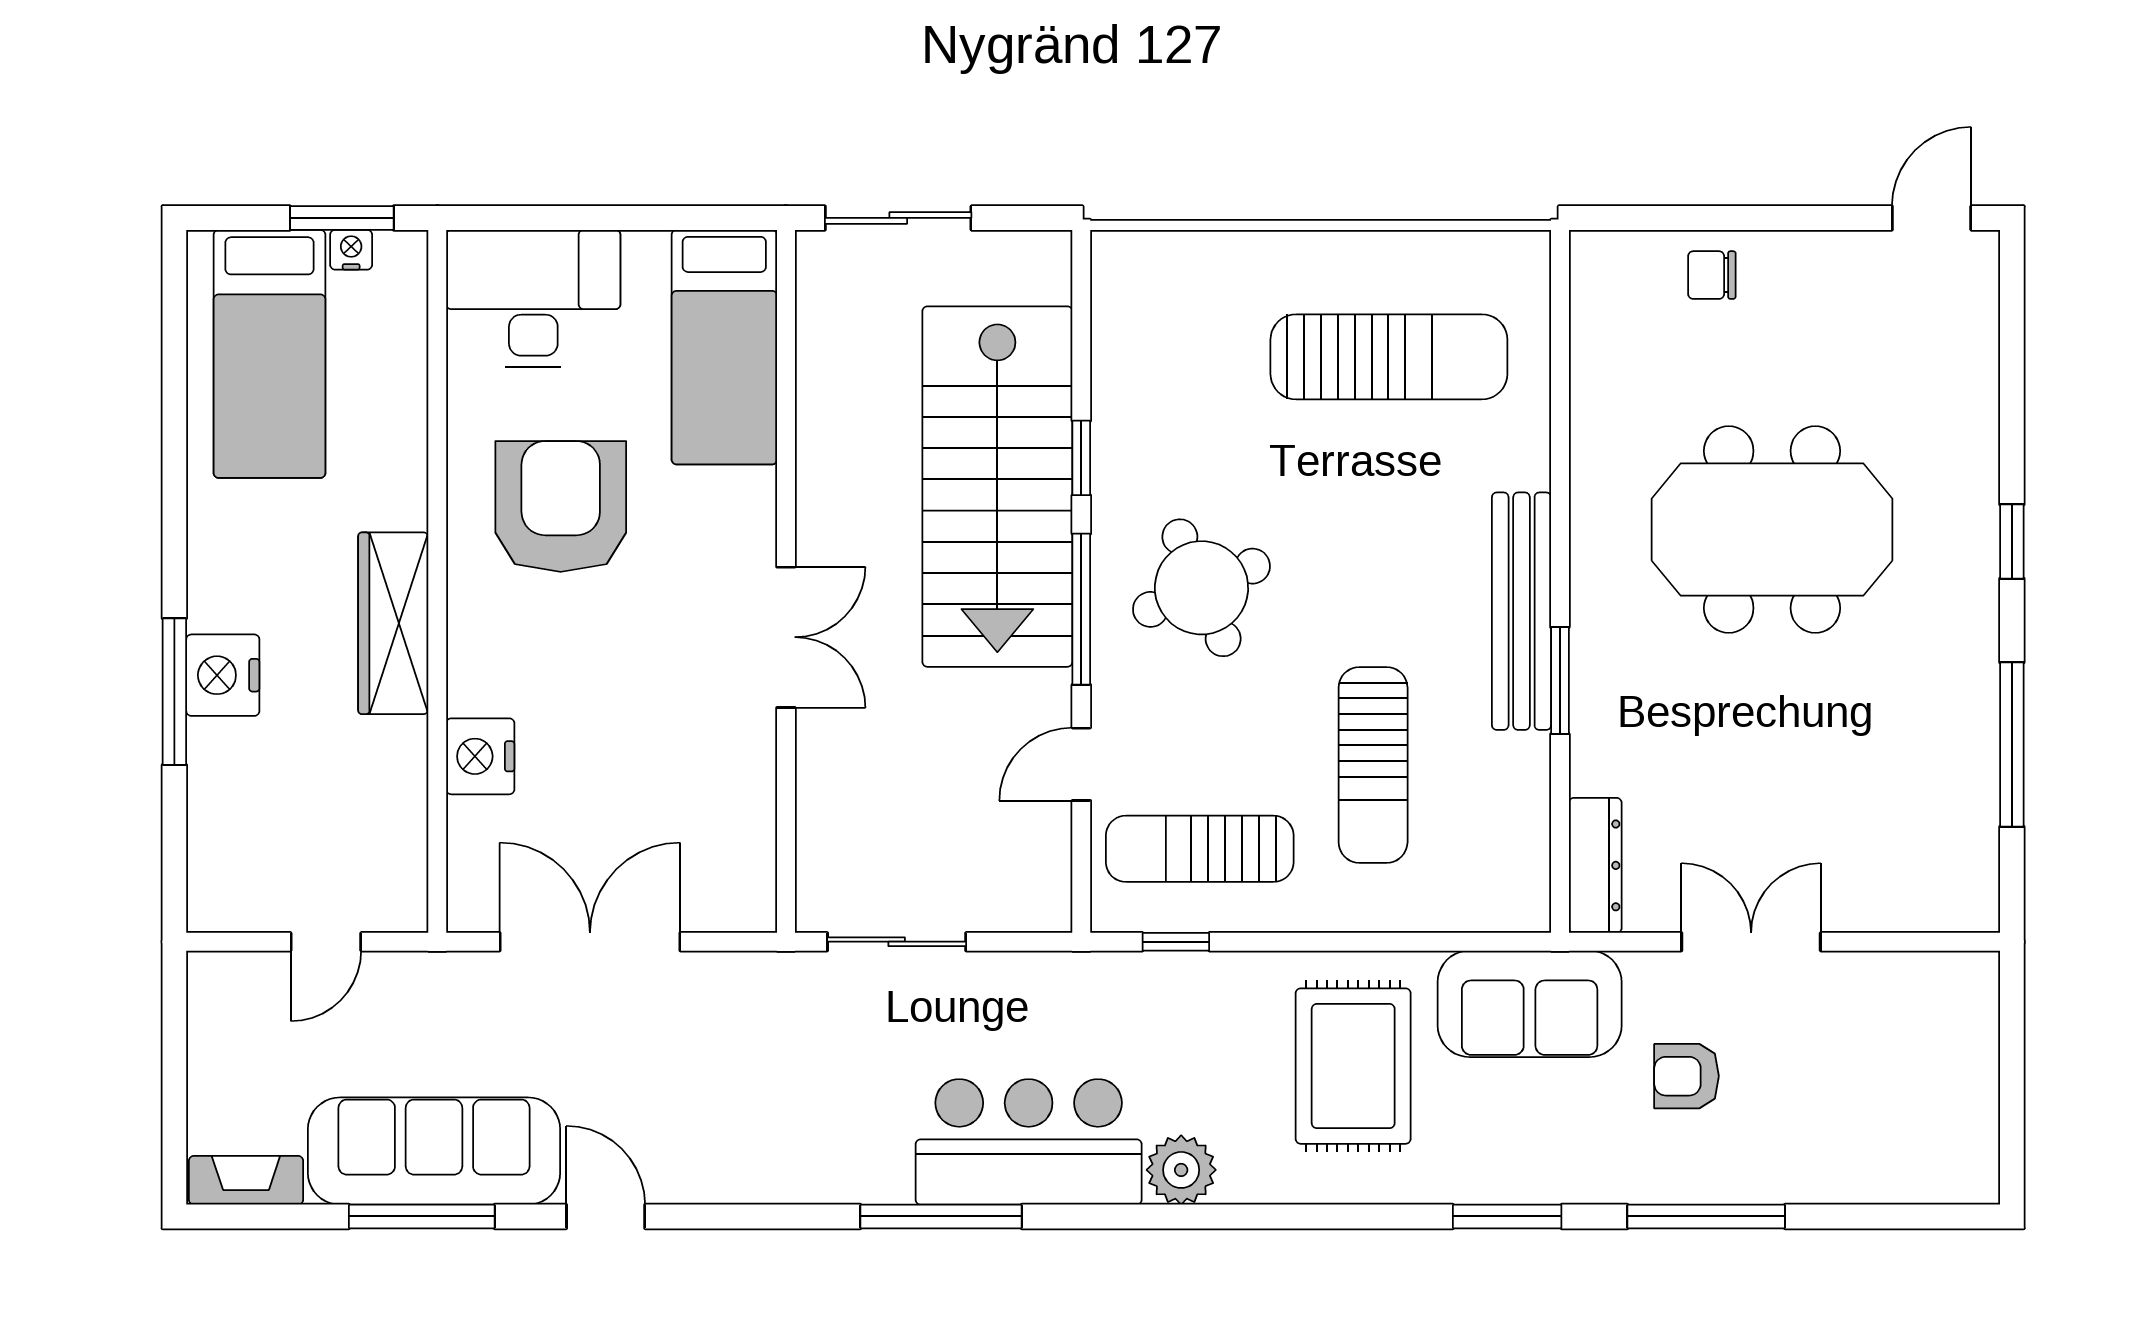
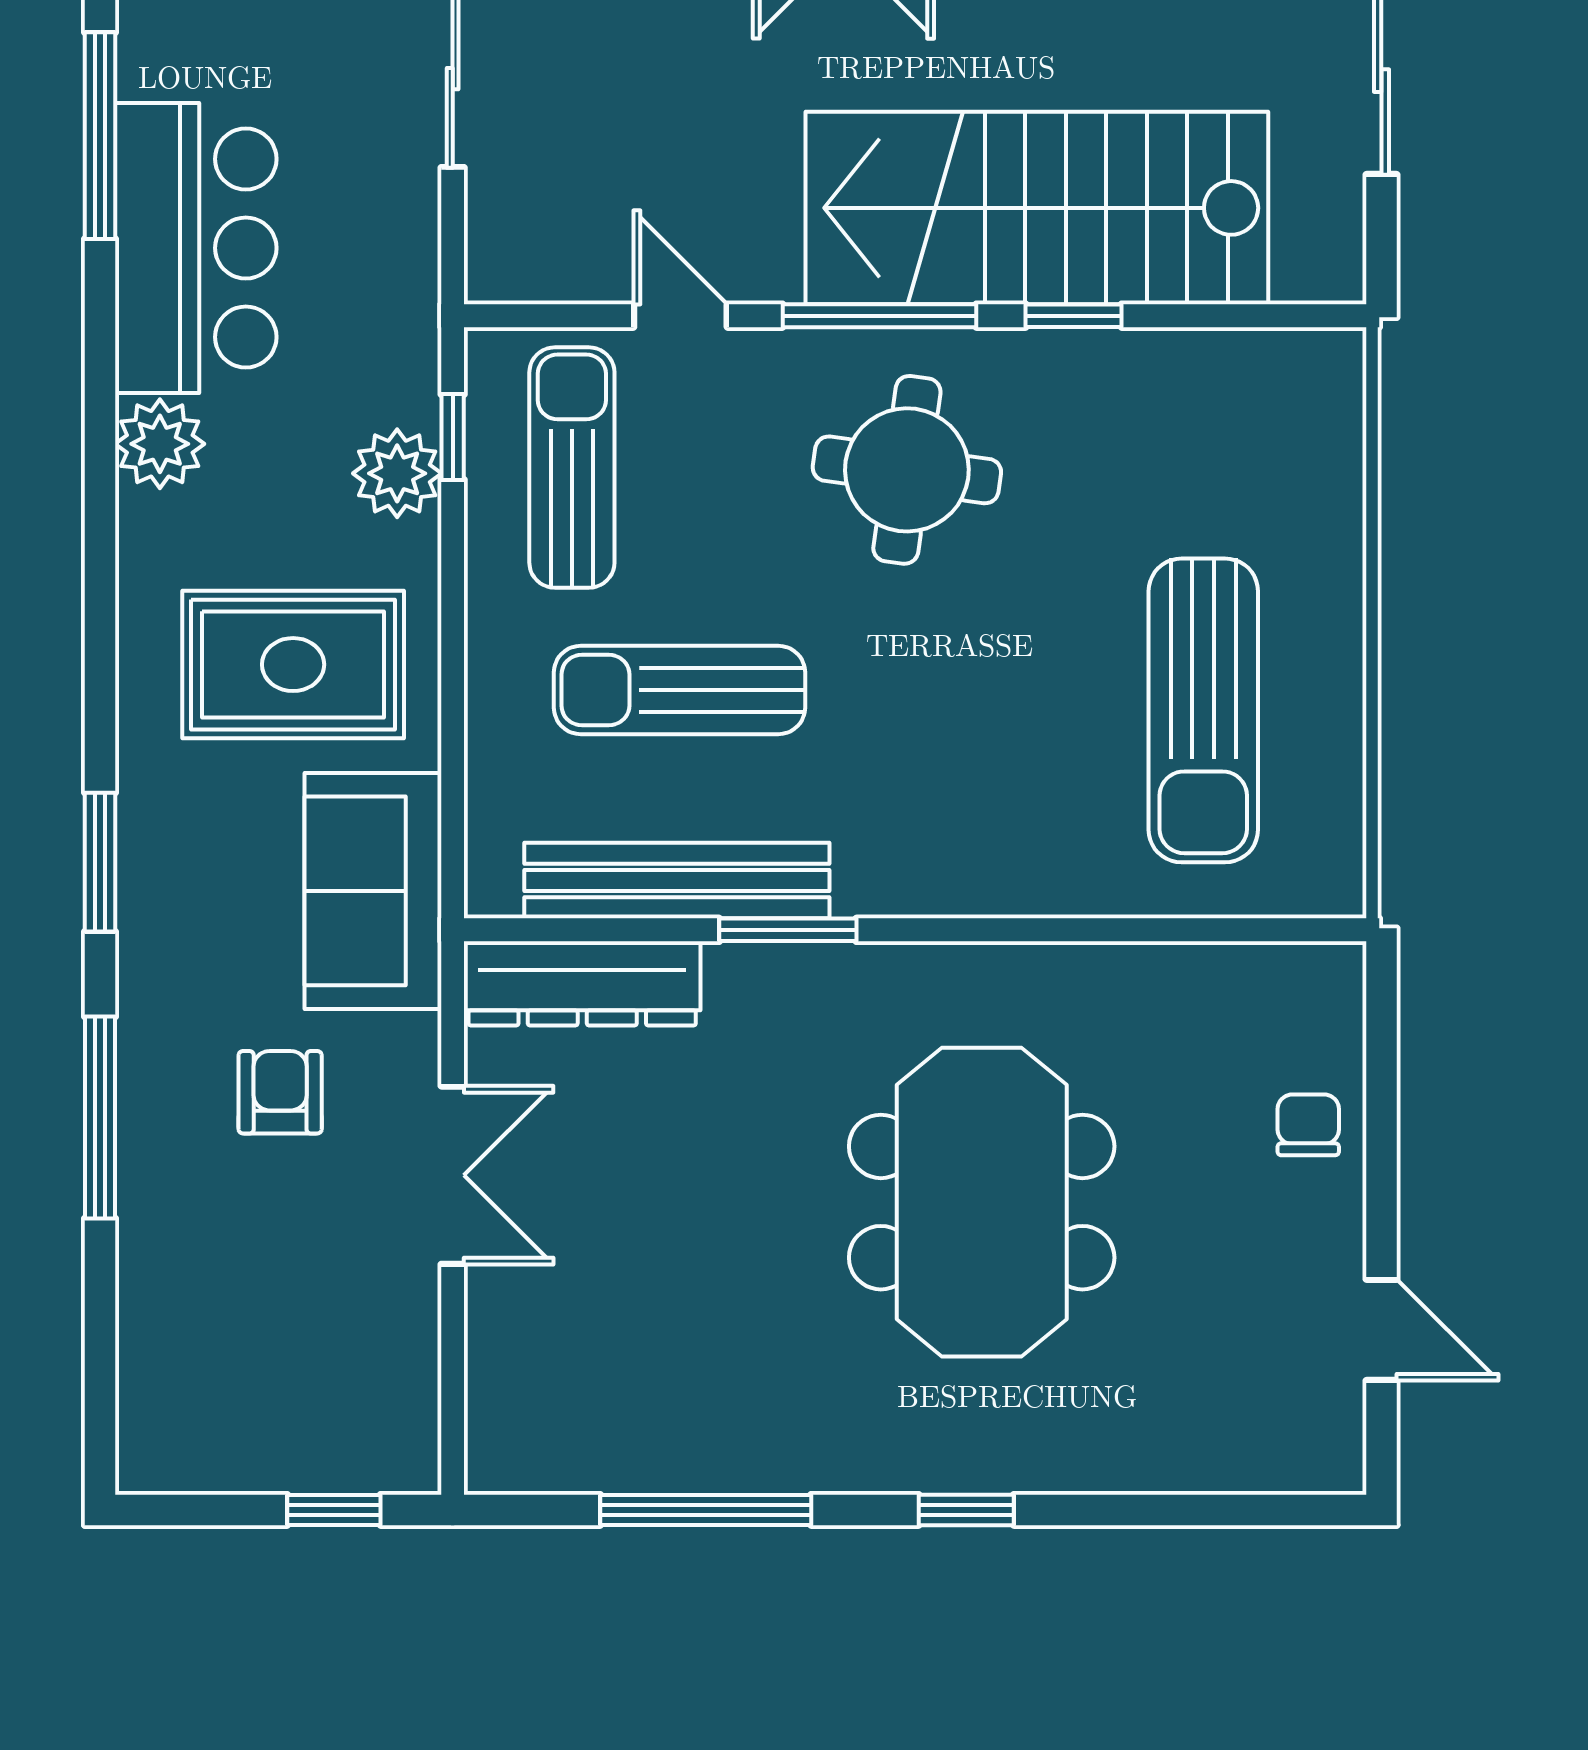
door: (1932, 218) -> (1381, 1330), moved
round table: (1201, 588) -> (907, 470), turned 31
bench: (1522, 611) -> (677, 881), moved
dresser: (1595, 865) -> (582, 983), width x1.37, depth x1.24
plant: (1204, 985) -> (397, 473), added
window: (2012, 1034) -> (334, 1510), added

